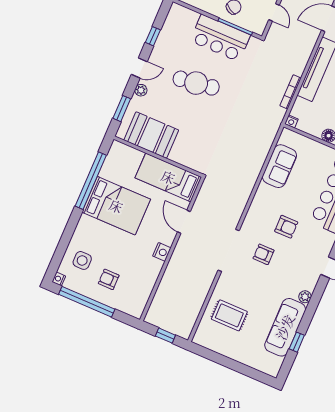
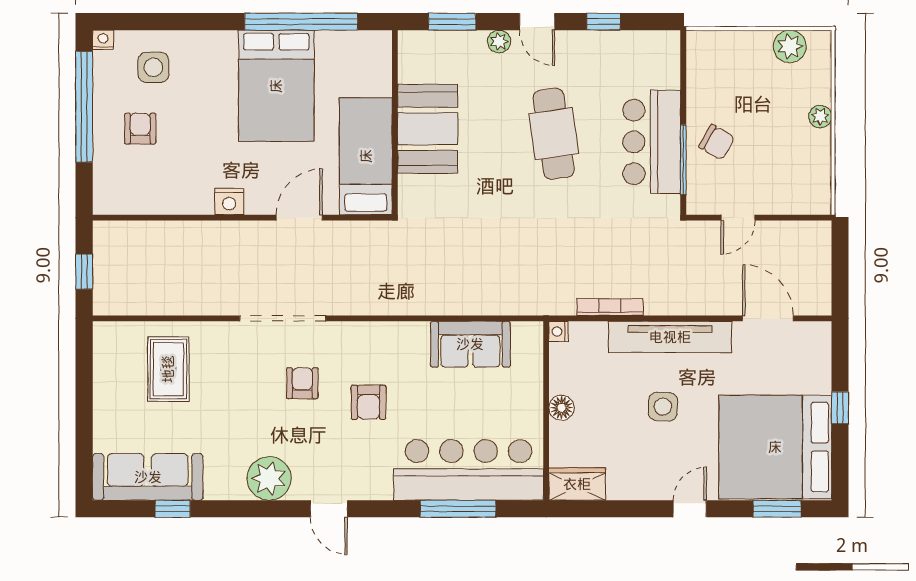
booth: (151, 135) -> (428, 129), moved
plant: (305, 297) -> (269, 478), width x1.88, depth x1.88
sofa: (285, 327) -> (148, 477), moved

